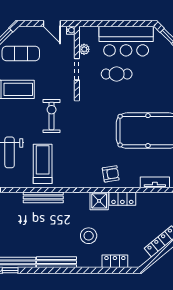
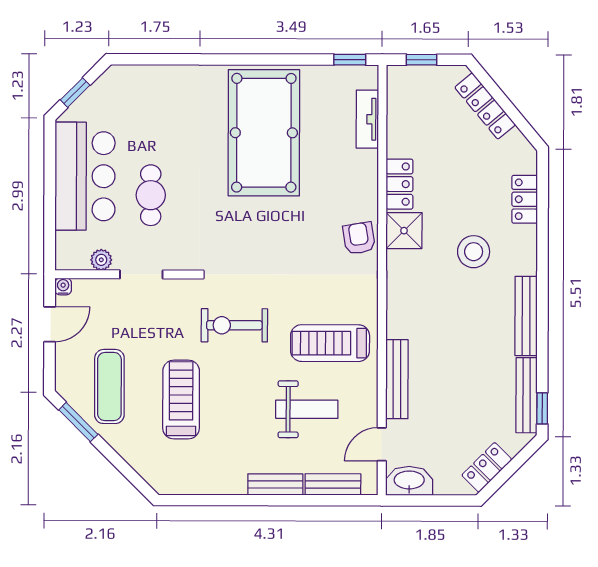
armchair: (111, 174) -> (359, 238), moved
bench: (43, 197) -> (397, 379), moved

